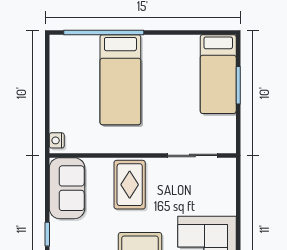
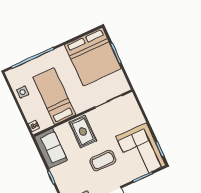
bed: (218, 74) -> (93, 57), width x2.04
side table: (63, 79) -> (23, 92), added
bed: (120, 80) -> (54, 96), moved, turned 180

